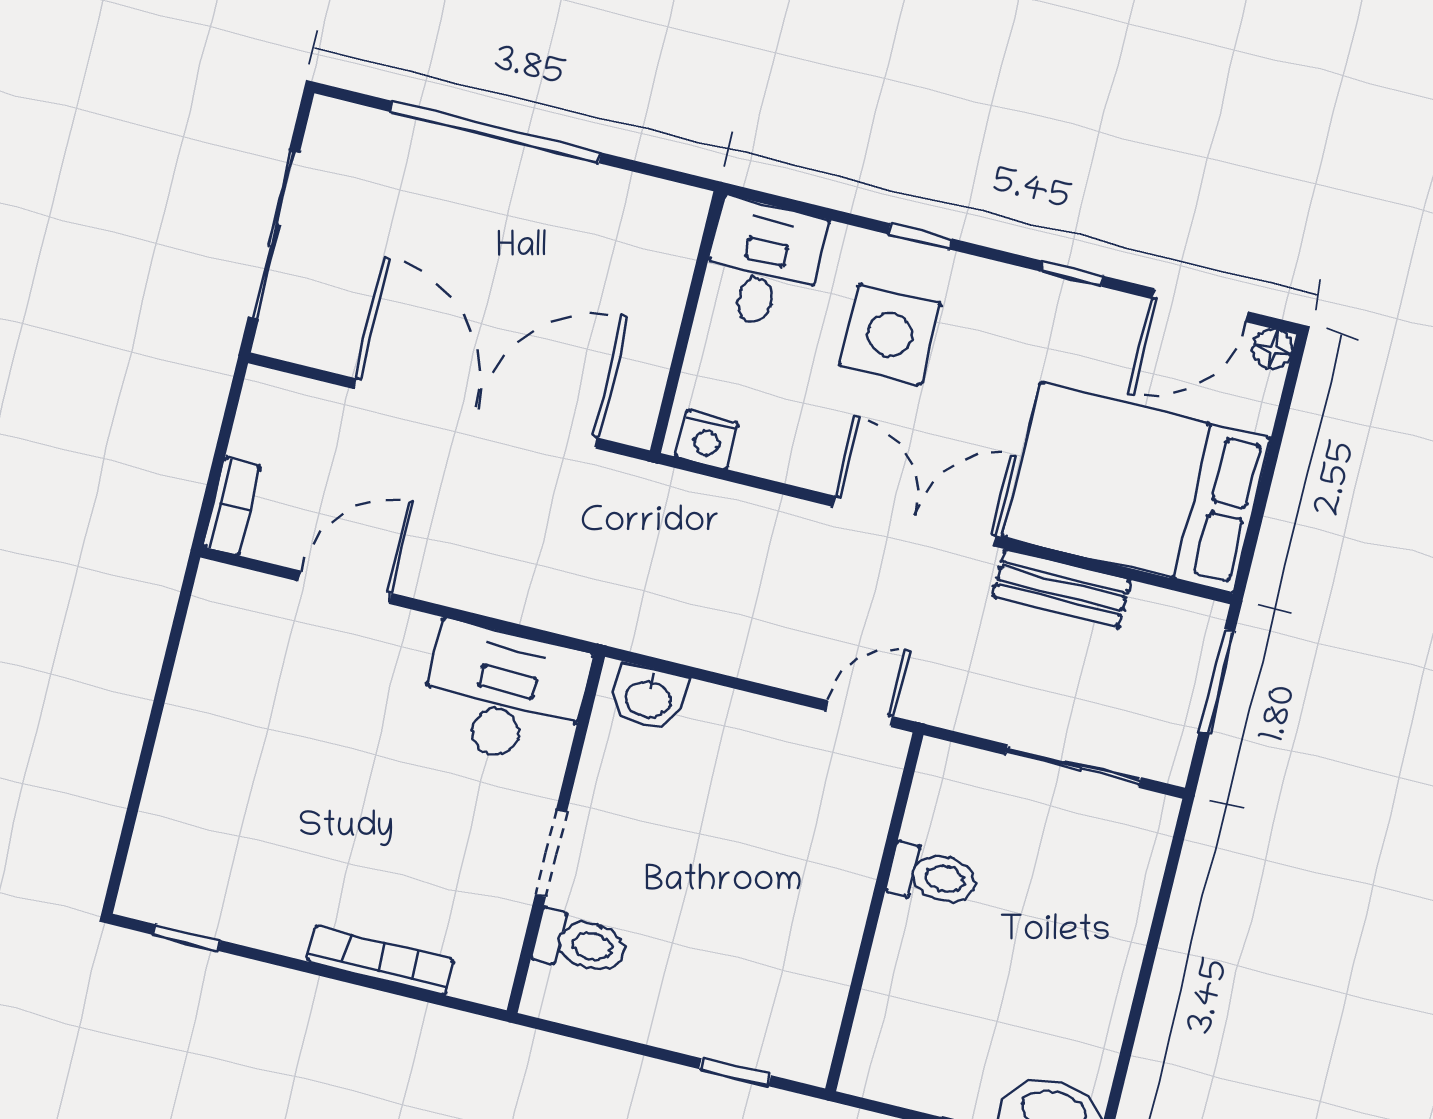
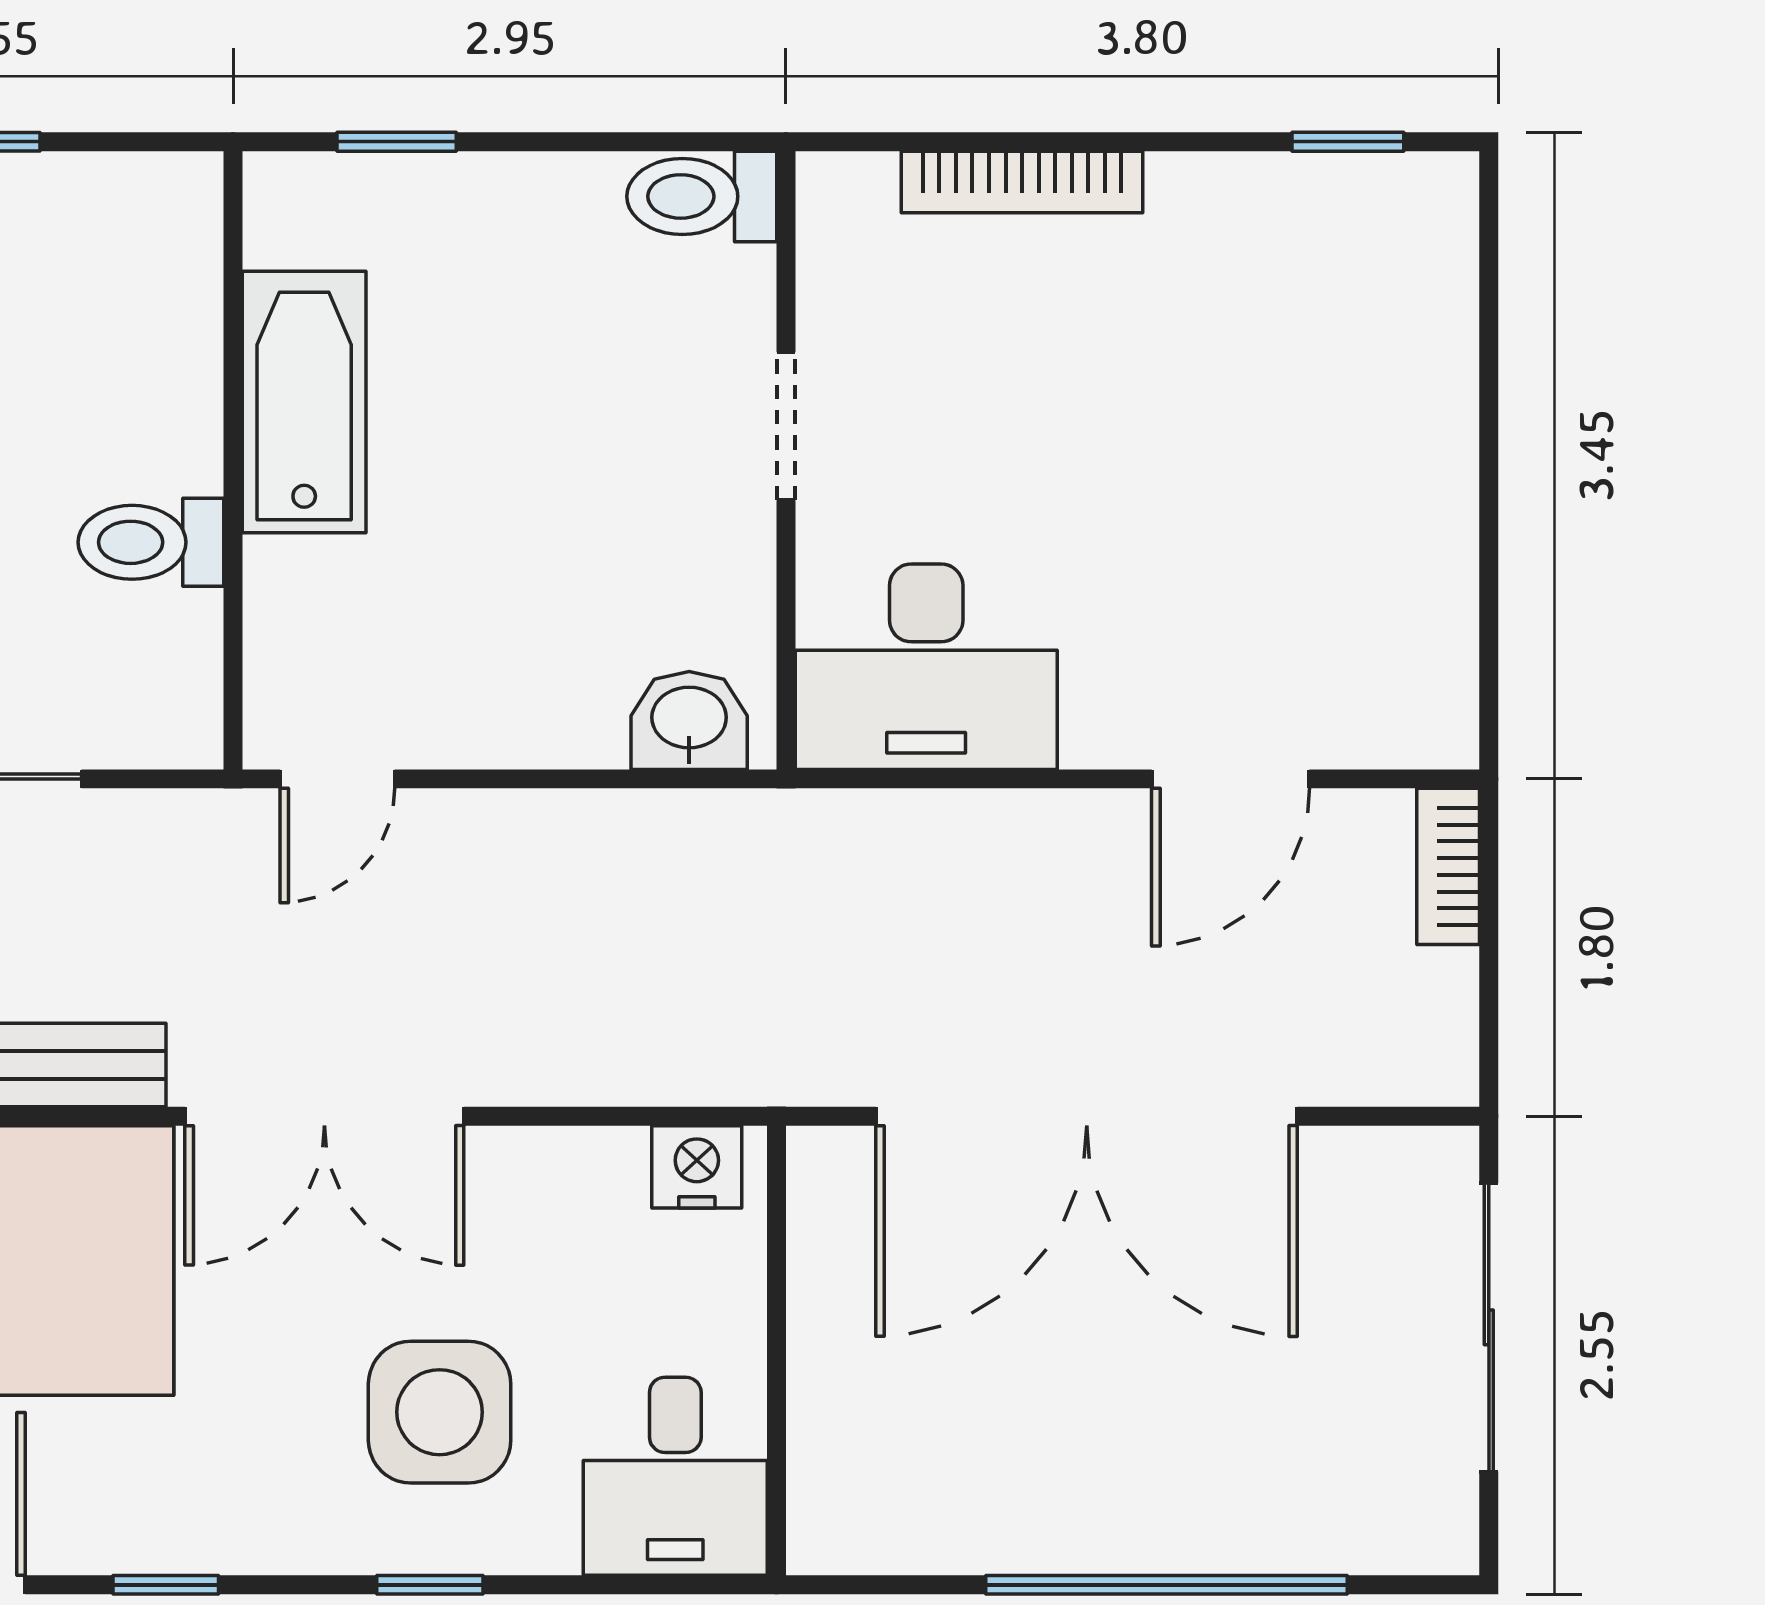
bathtub: (825, 935) -> (304, 402), added
toilet: (580, 943) -> (702, 196), moved

